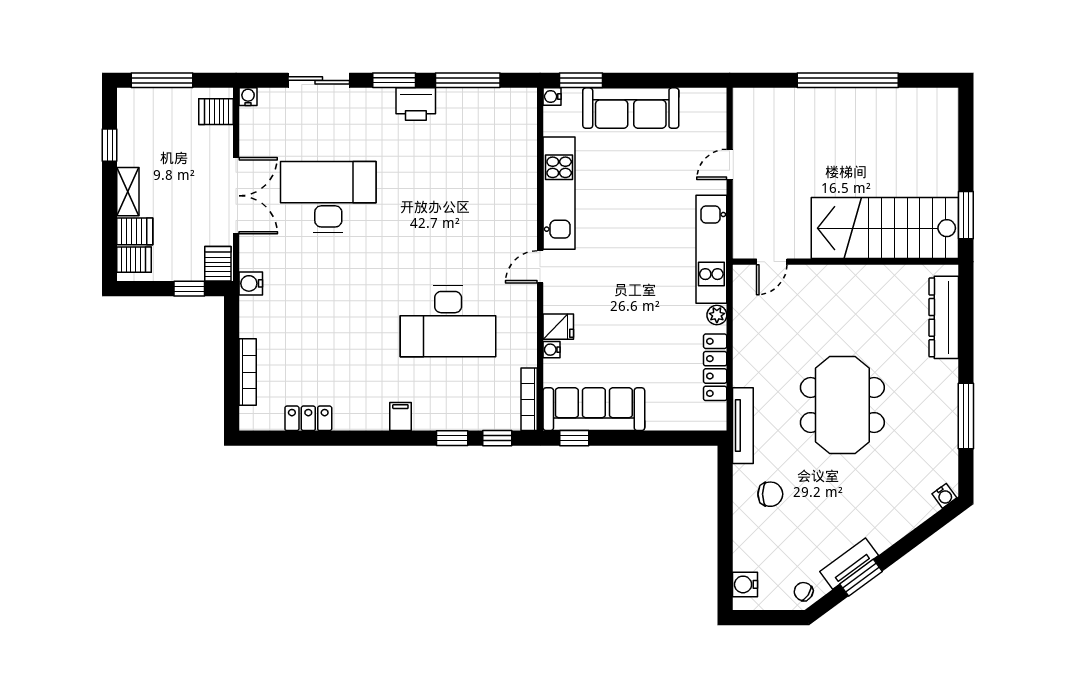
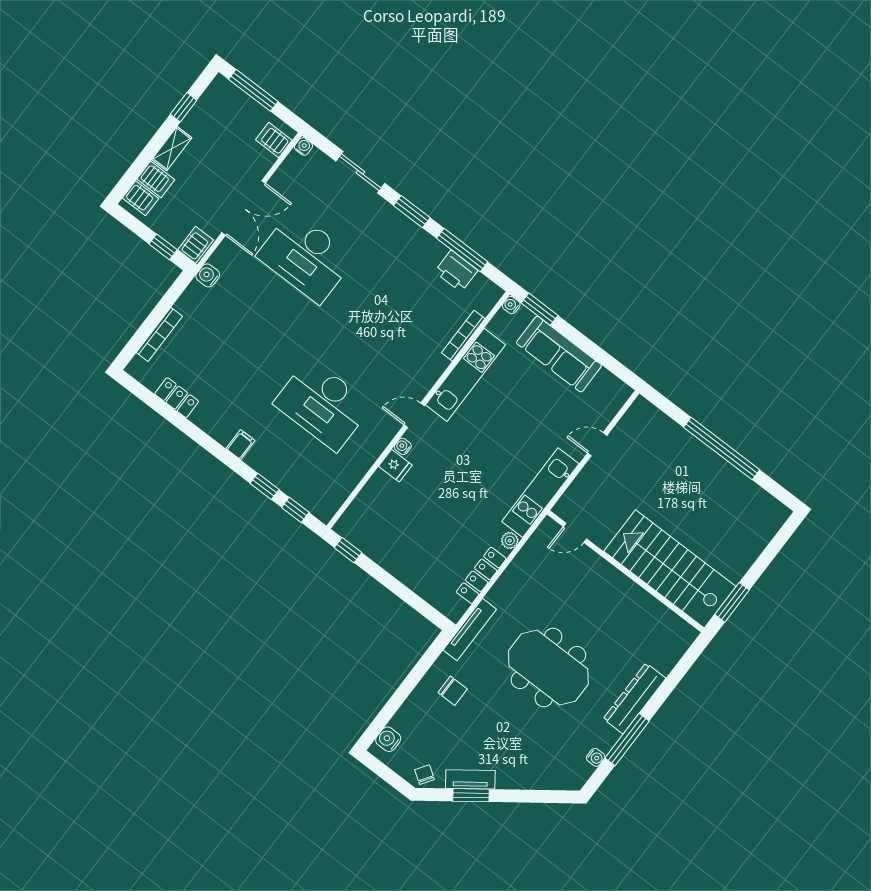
printer: (416, 104) -> (456, 271), moved
desk: (328, 197) -> (306, 257), turned 180
dresser: (944, 317) -> (635, 699), moved
water cooler: (552, 350) -> (403, 446), moved
bookcase: (529, 399) -> (463, 336), moved
meeting table: (842, 405) -> (548, 668), turned 90
sofa: (594, 409) -> (376, 541), removed
water cooler: (944, 496) -> (596, 757), moved, turned -54

